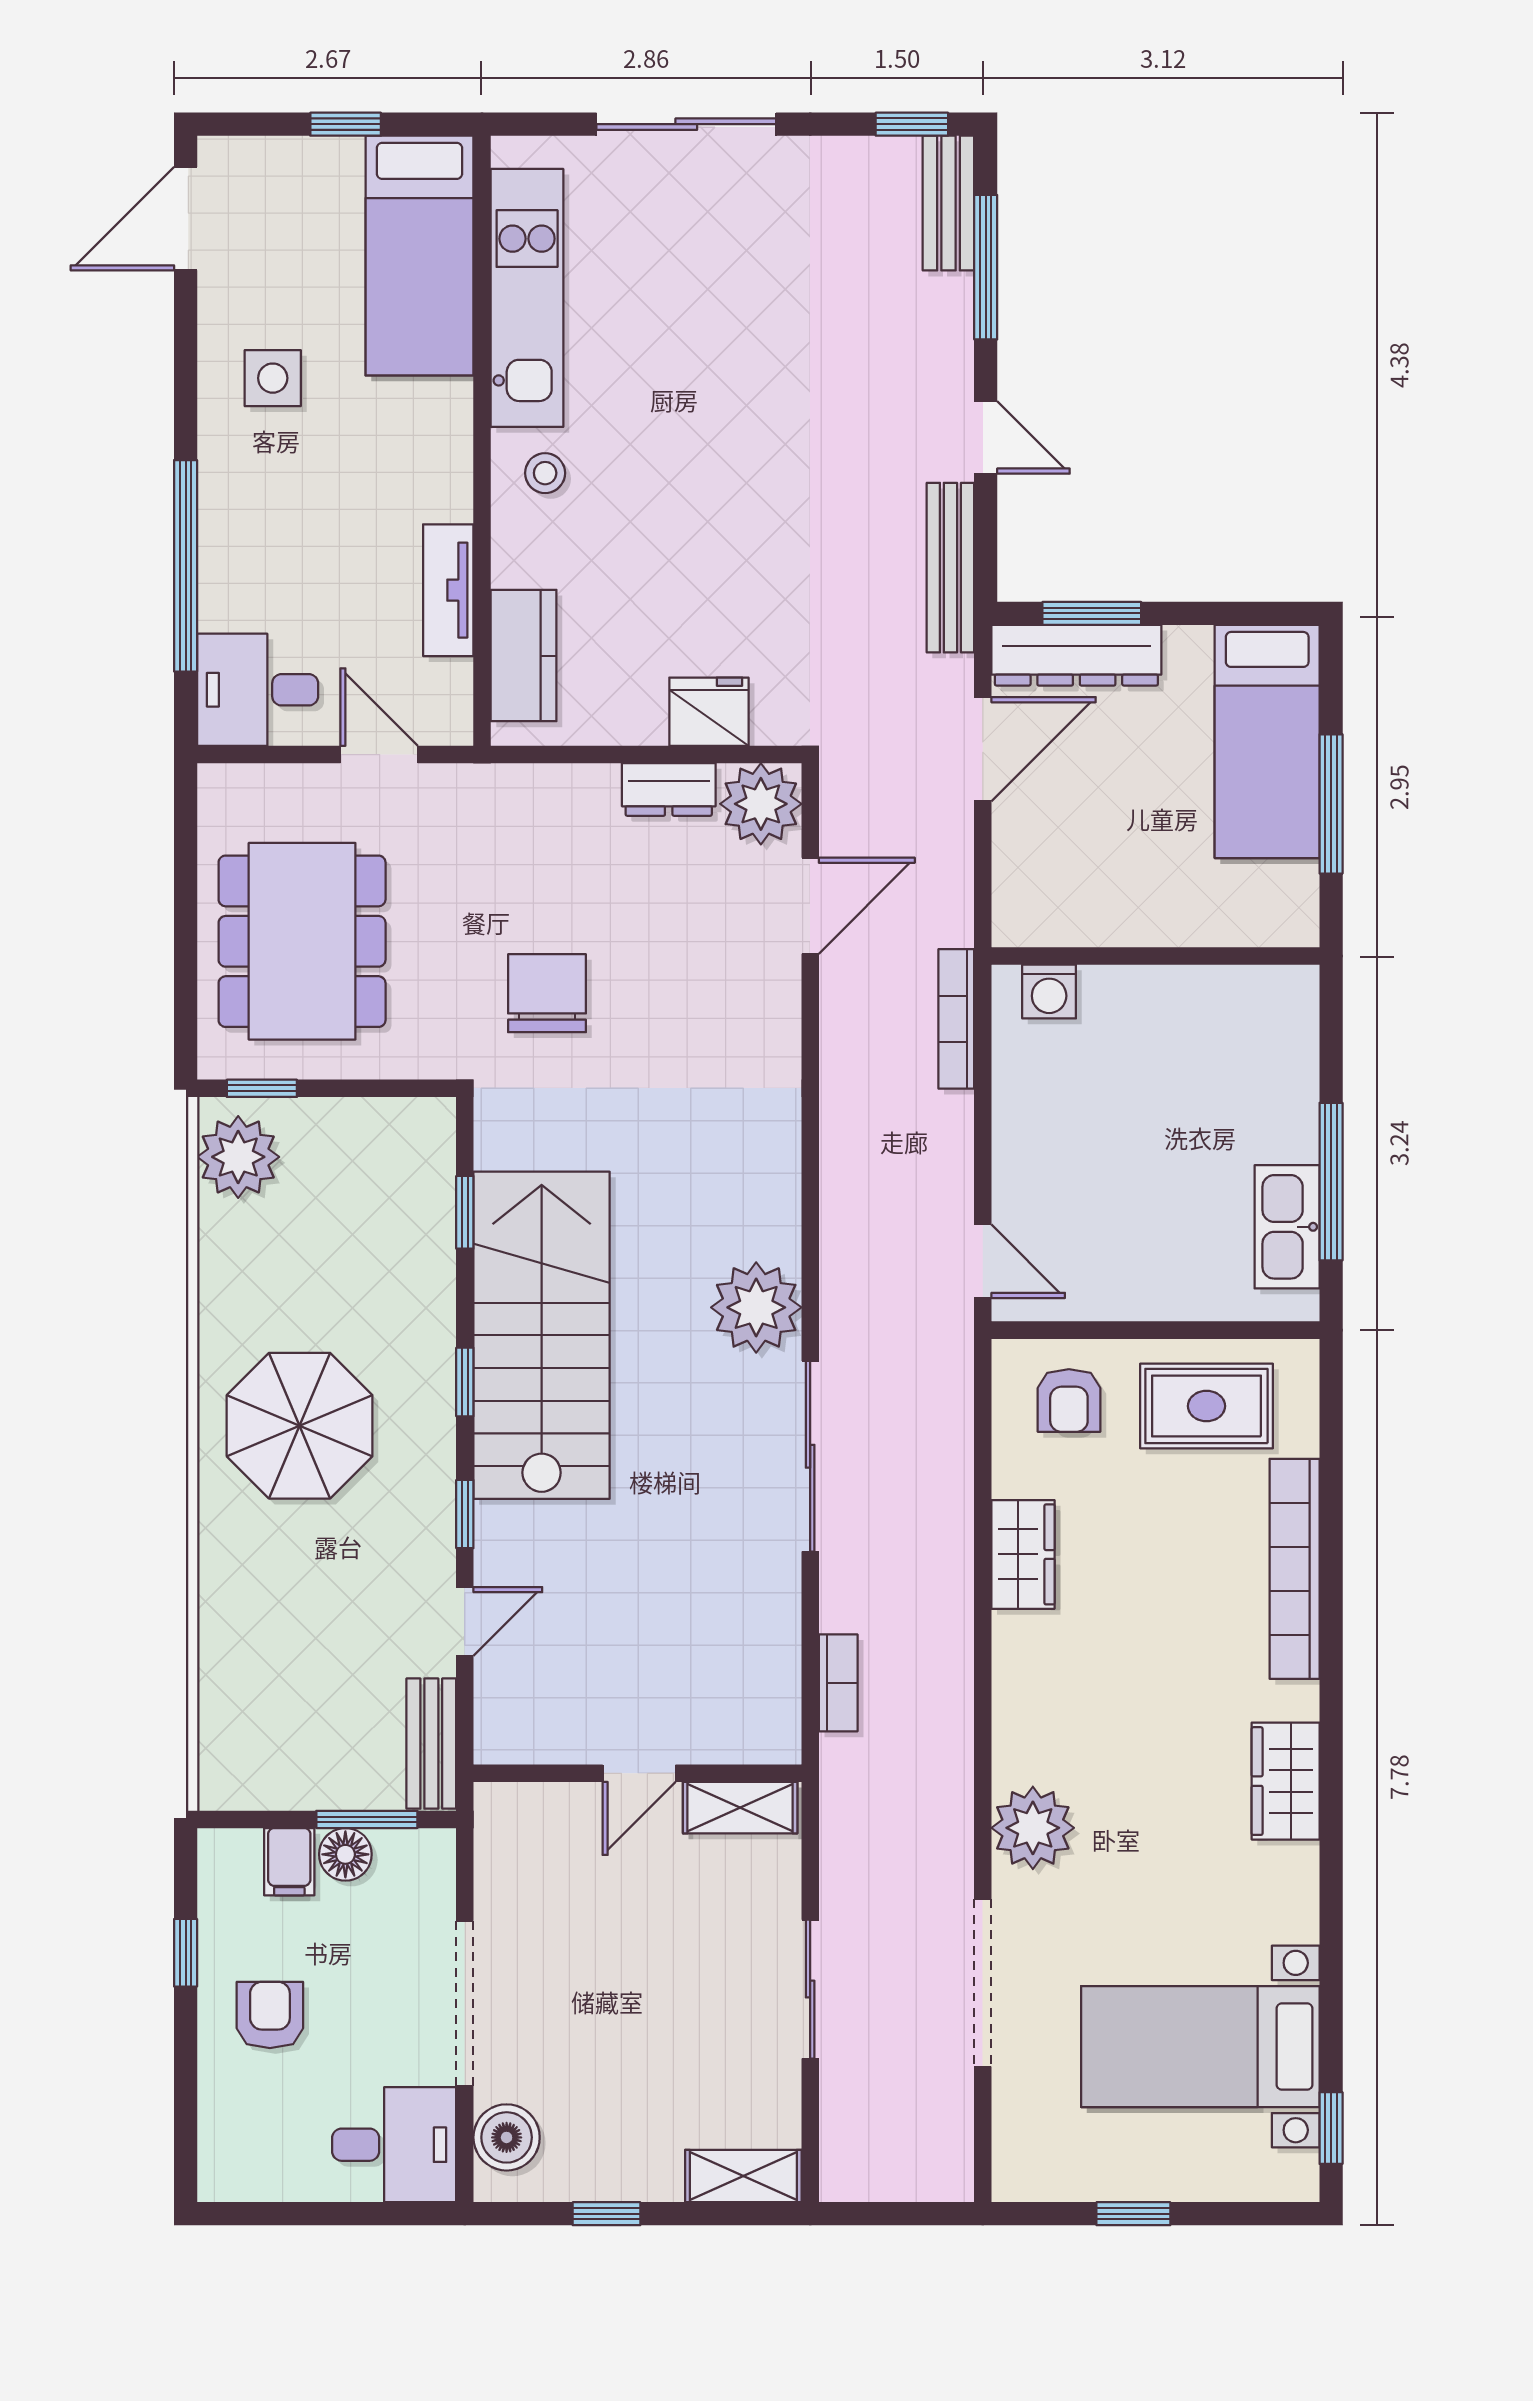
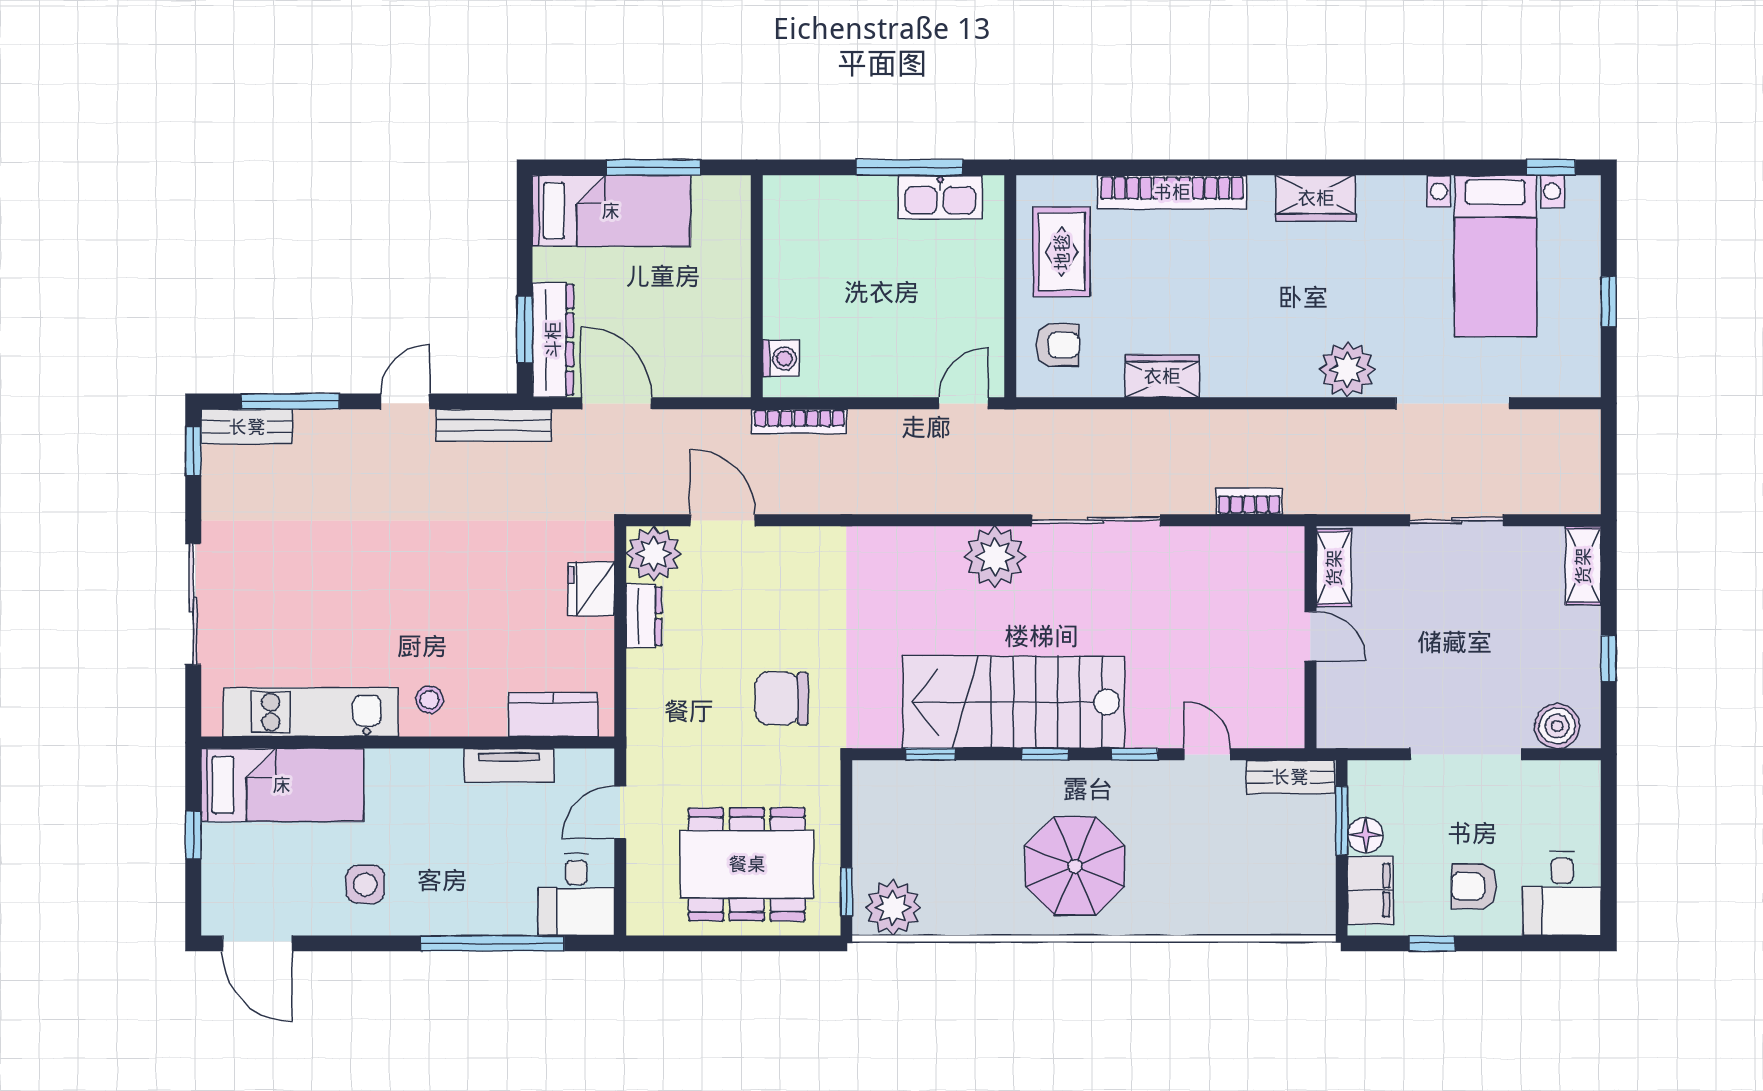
filing cabinet: (289, 1862) -> (1370, 890), width x2.00
desk: (394, 2145) -> (1562, 894), moved, turned 180

